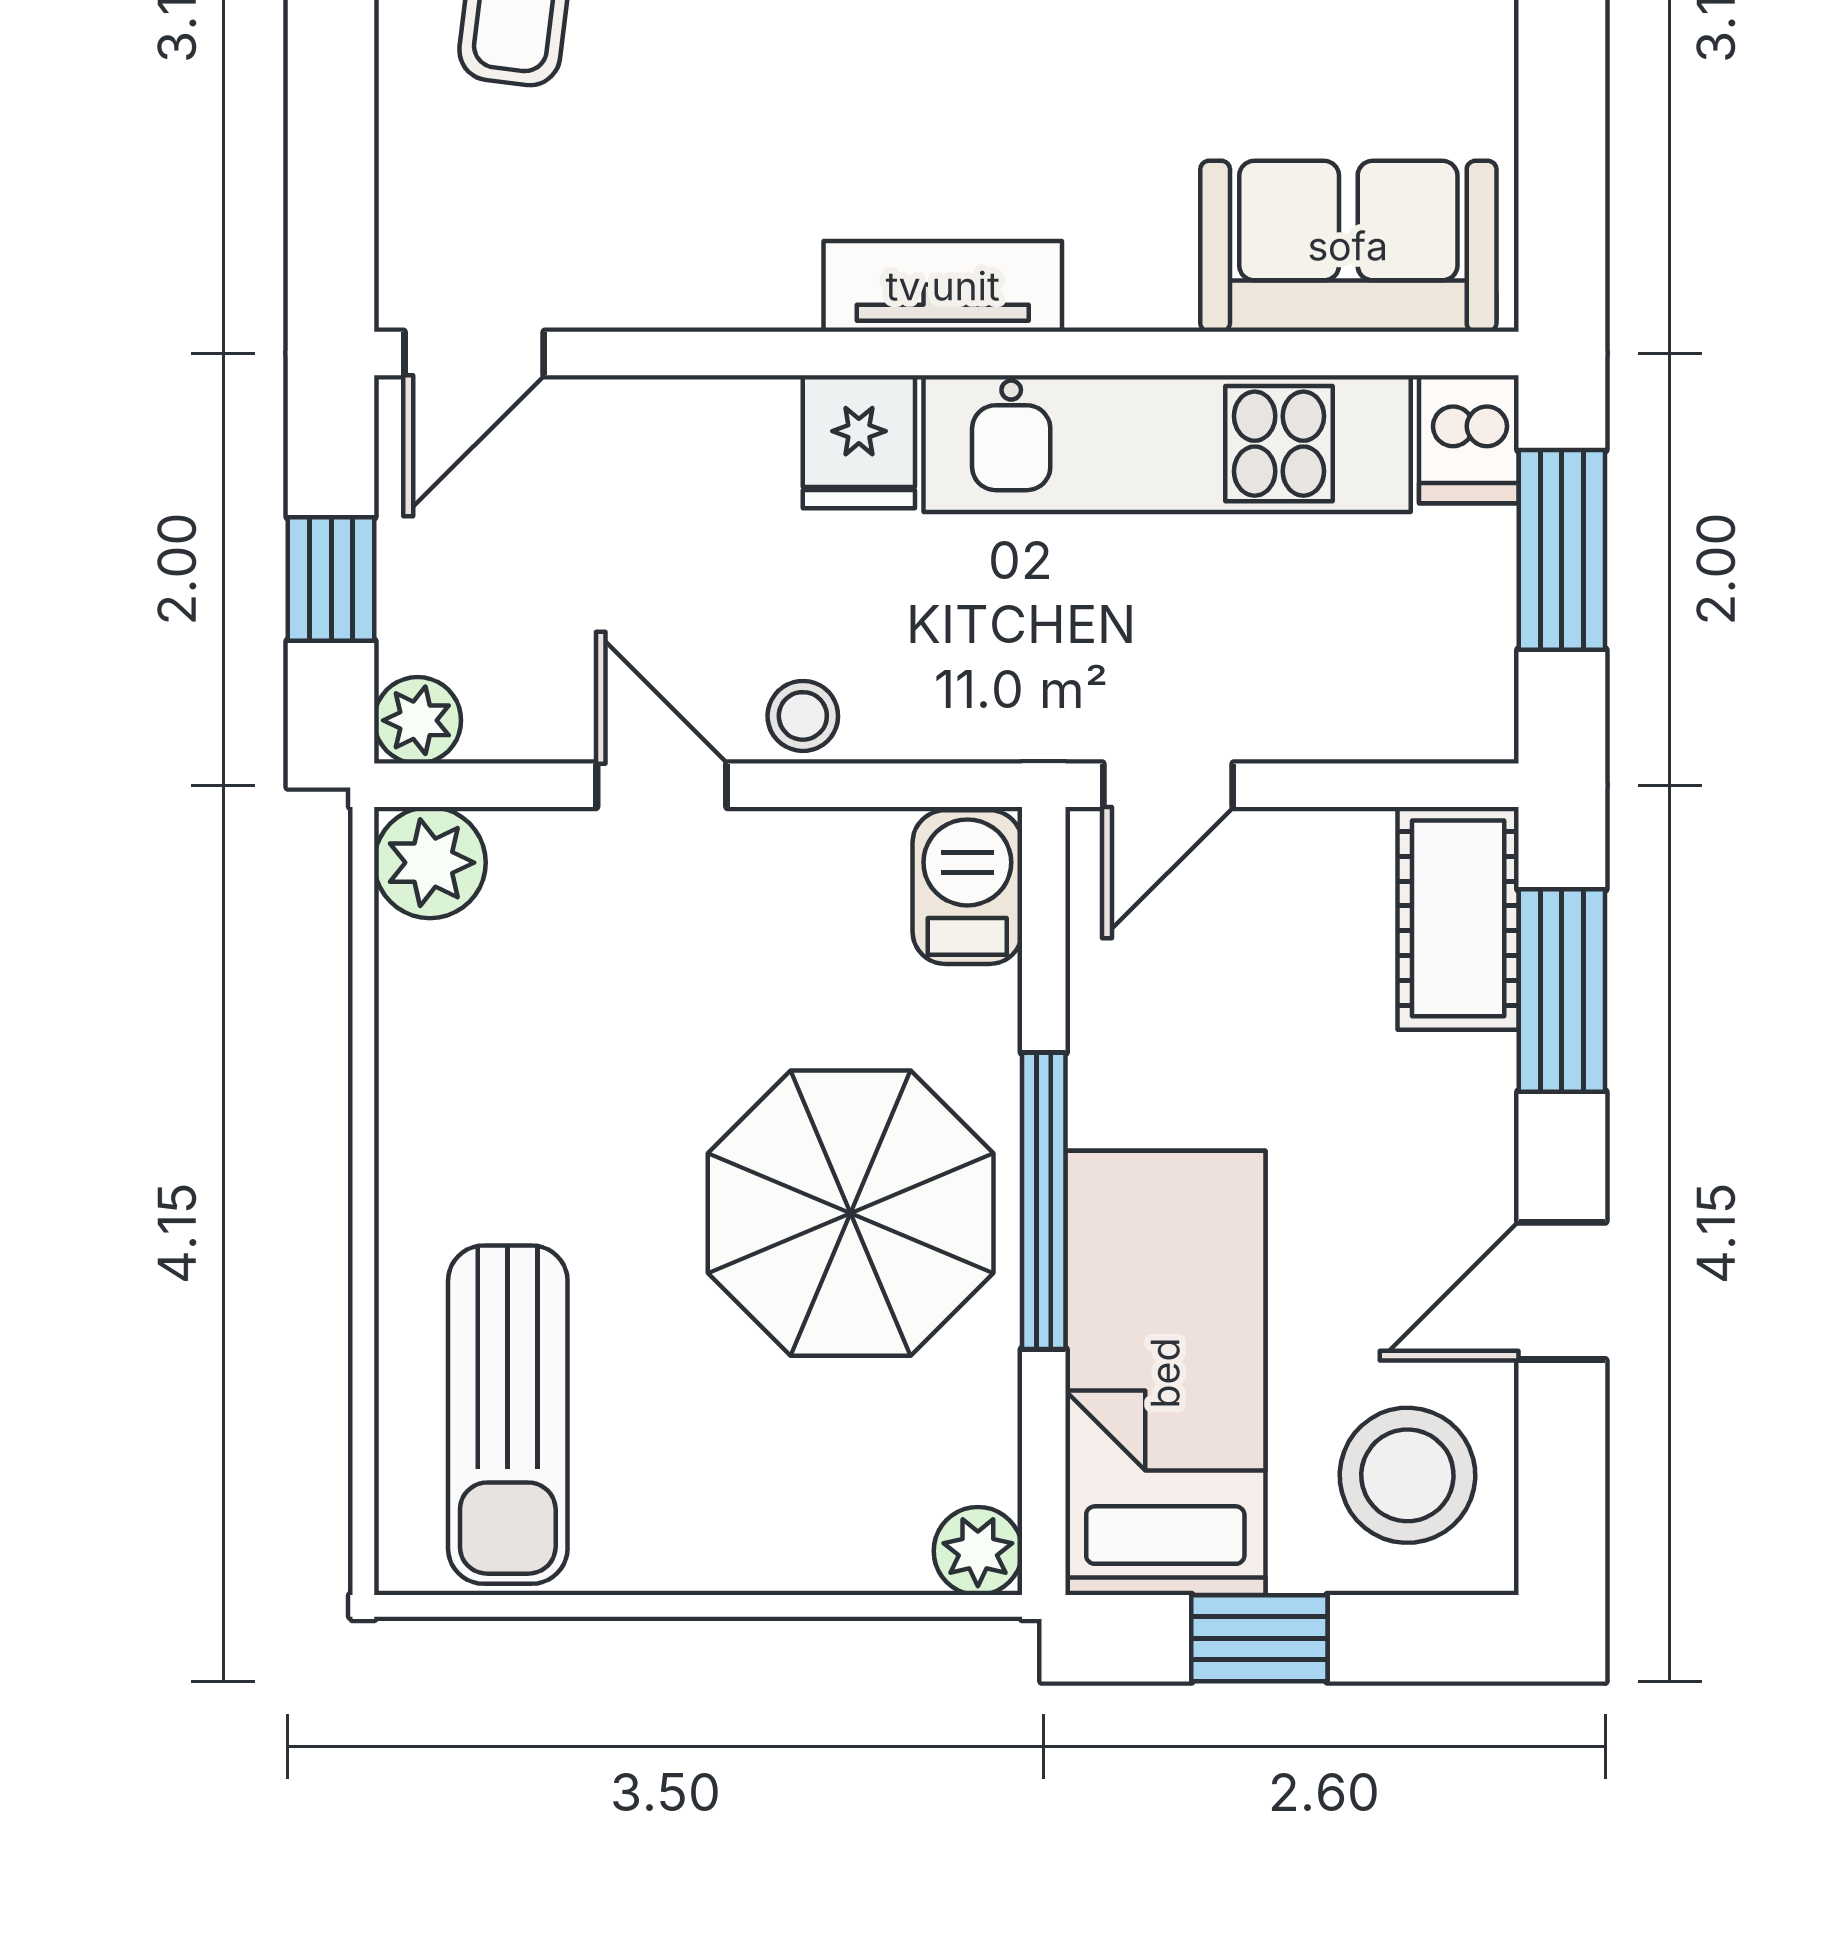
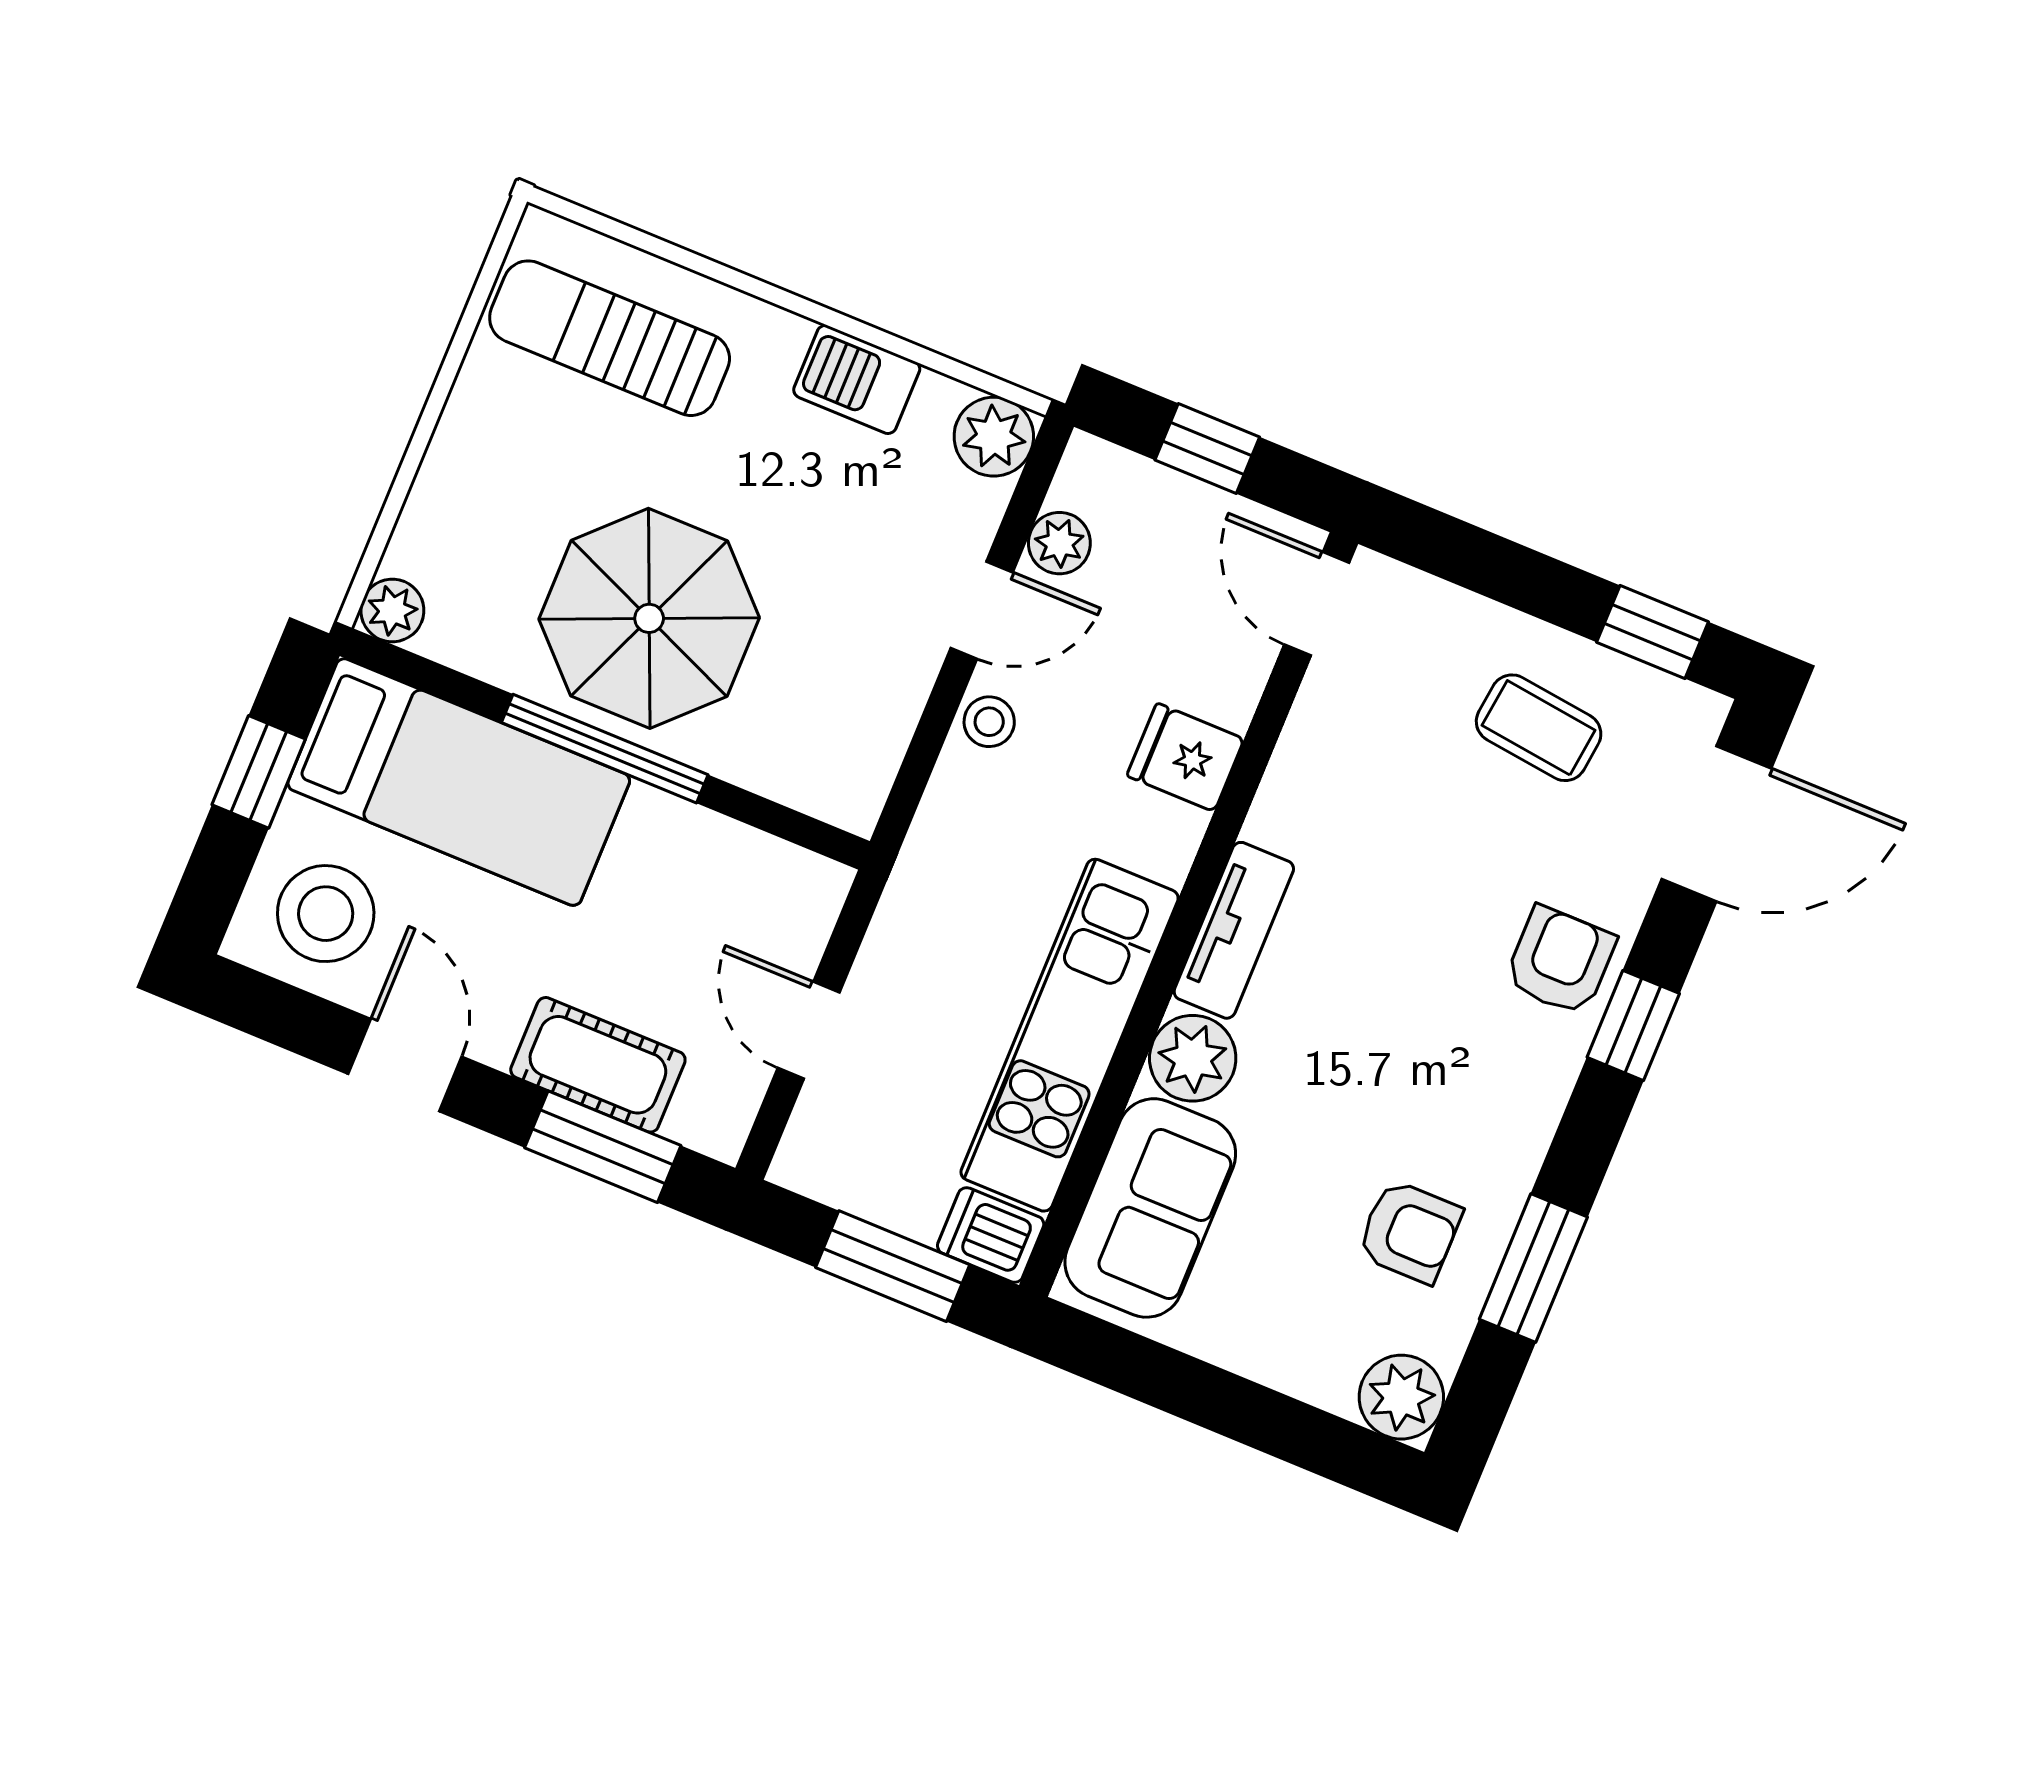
plant: (1131, 271) -> (1193, 1058), added
fridge: (859, 442) -> (1186, 757), moved
plant: (418, 720) -> (1059, 543), moved
door: (1168, 785) -> (809, 1030), moved
barbecue: (967, 887) -> (857, 379), moved, turned 180
cot: (1458, 918) -> (598, 1065), moved

